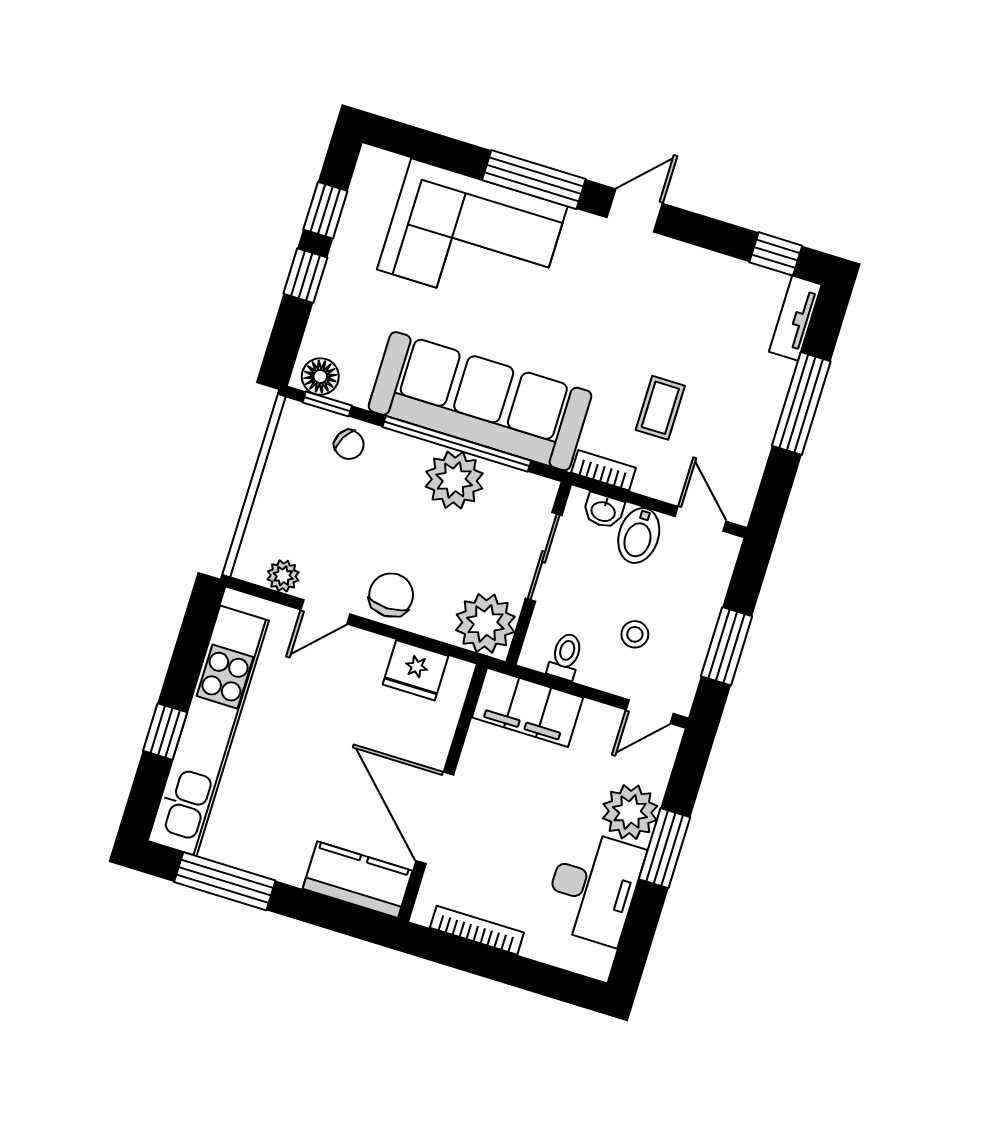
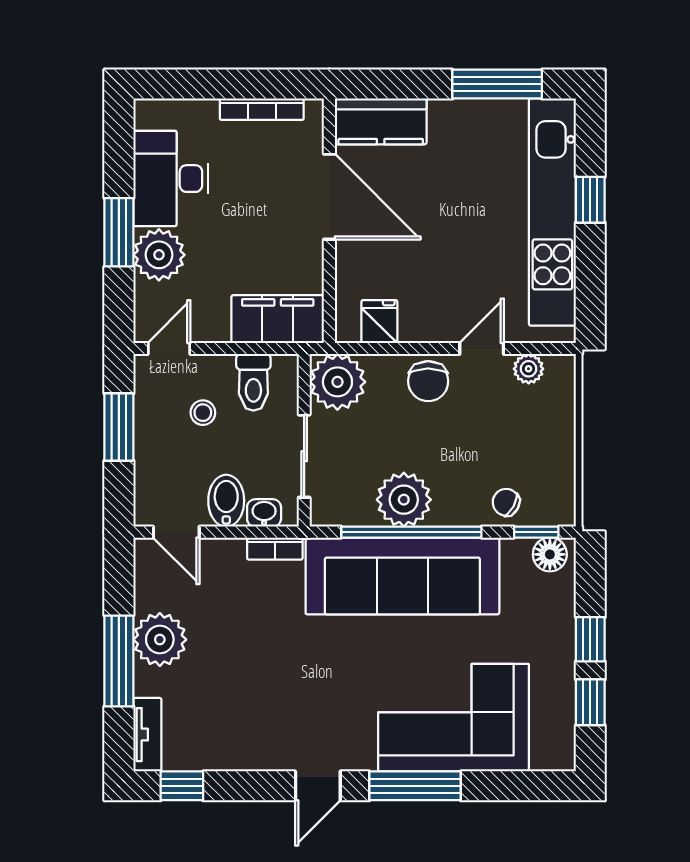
coffee table: (660, 408) -> (242, 619), removed
plant: (752, 413) -> (160, 640), added
toilet: (565, 656) -> (253, 382), width x1.37, depth x1.39
fridge: (416, 670) -> (379, 322), width x0.72

